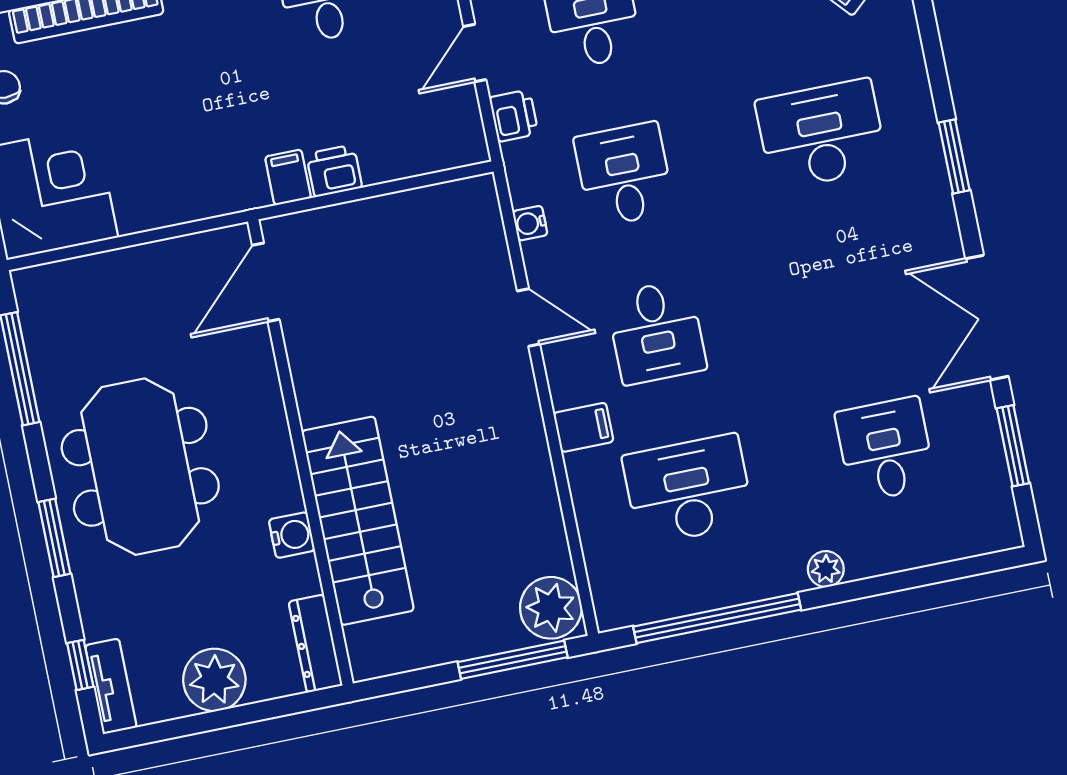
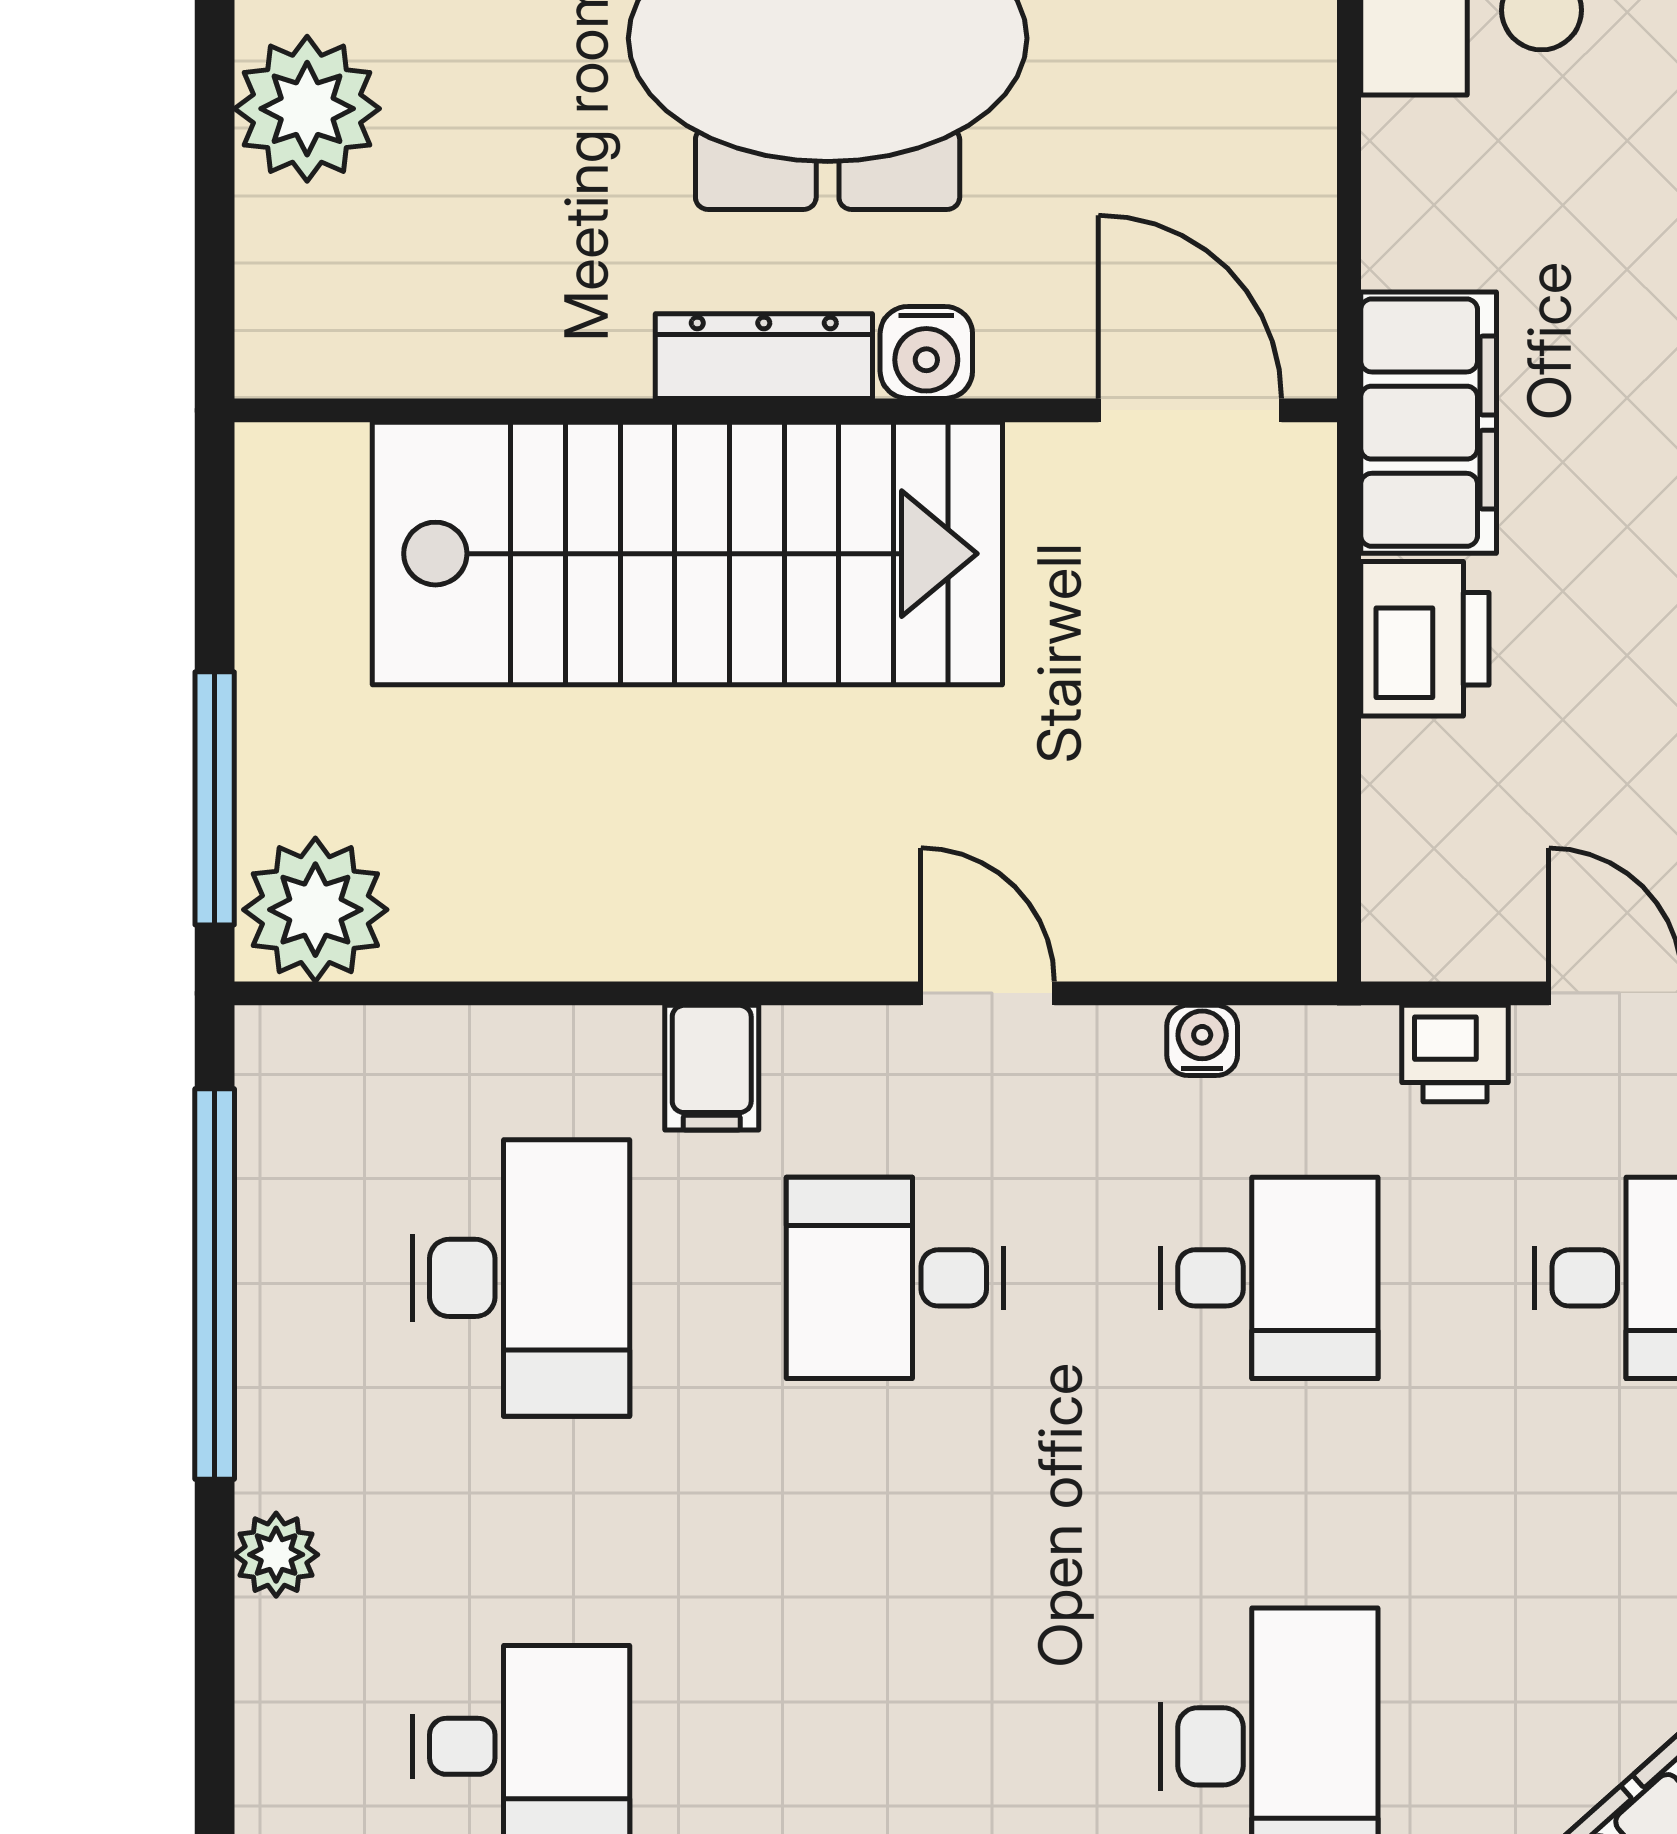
printer: (334, 171) -> (1425, 639), width x1.36, depth x1.24
filing cabinet: (288, 177) -> (1429, 423), width x3.00, depth x1.17
door: (529, 318) -> (988, 993), swing flipped
stairs: (358, 521) -> (687, 554), width x1.36, depth x1.51
water cooler: (292, 535) -> (926, 352), moved
dresser: (315, 644) -> (764, 356), moved

